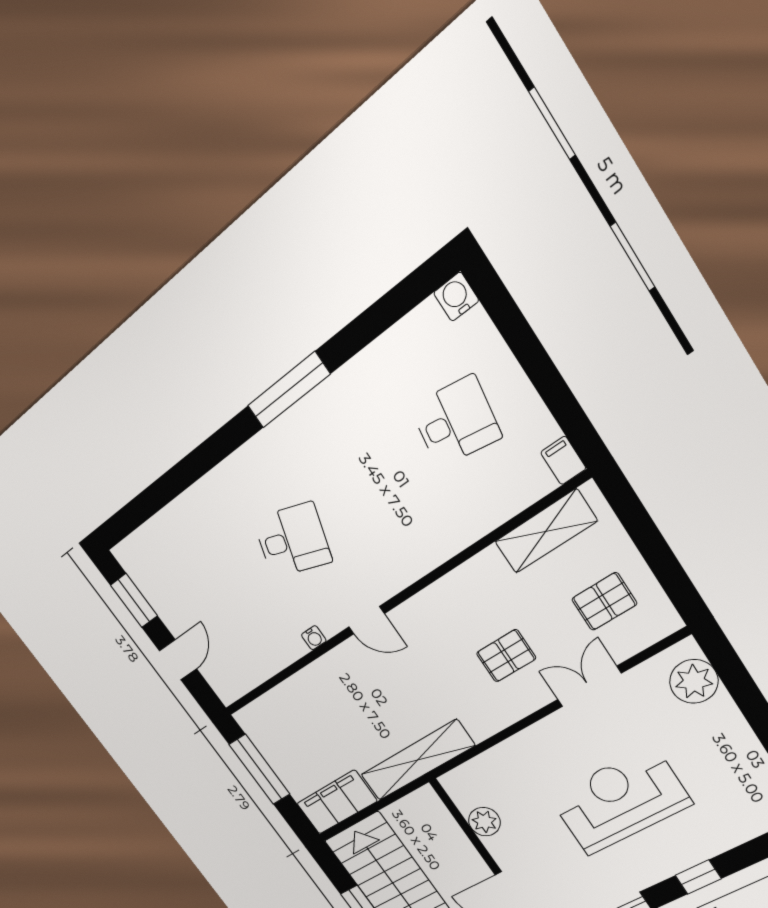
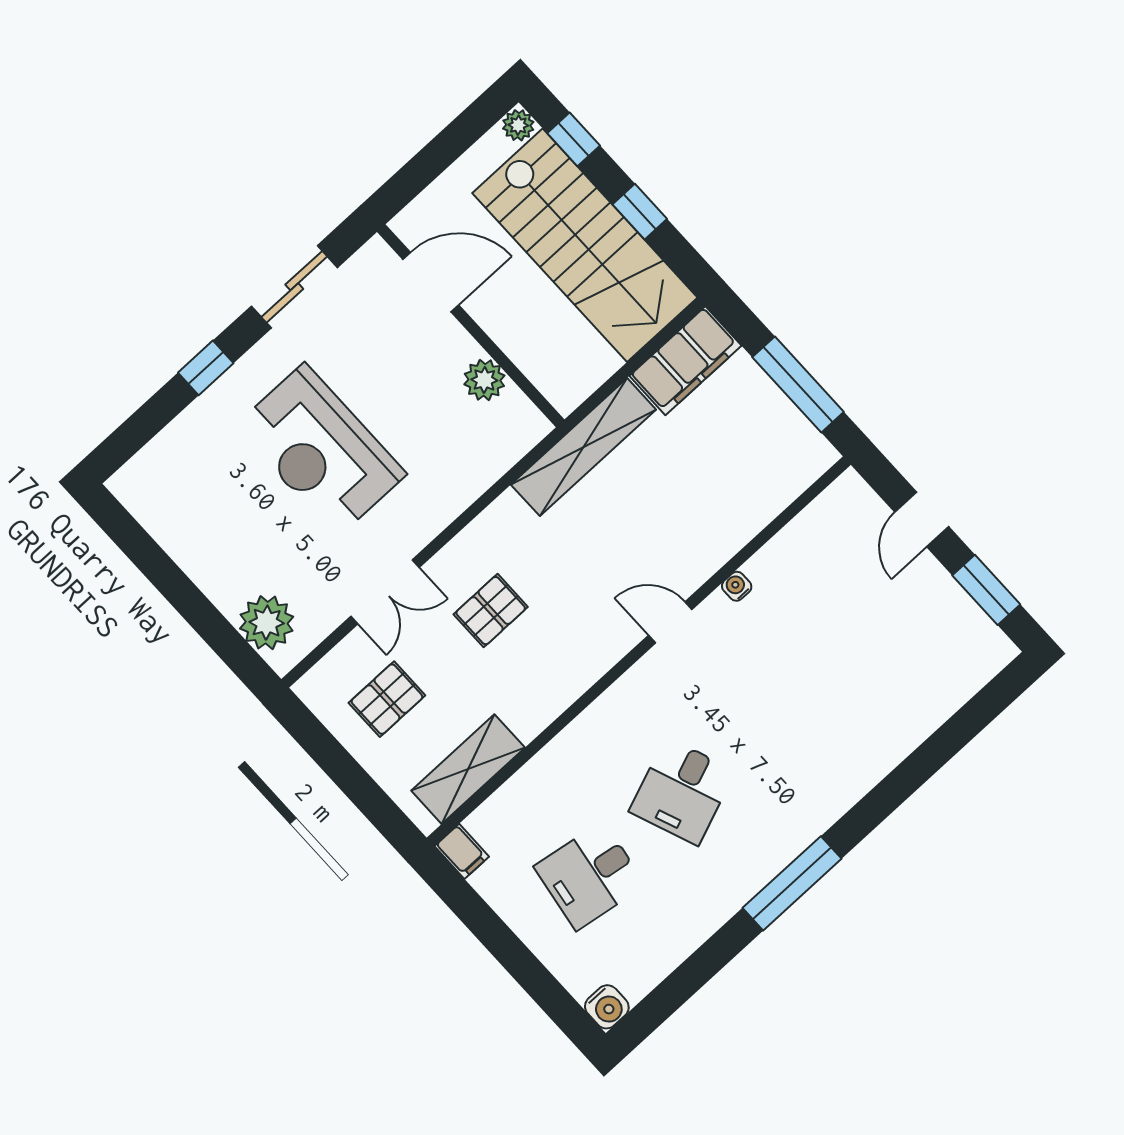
desk: (292, 540) -> (682, 791), moved, turned -39
reception desk: (620, 801) -> (321, 450), turned 90

